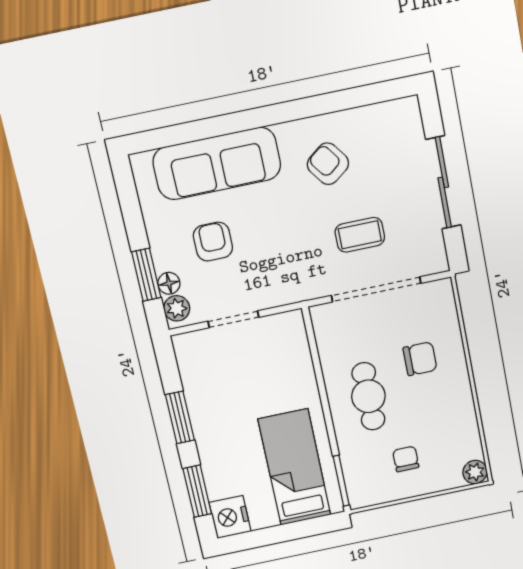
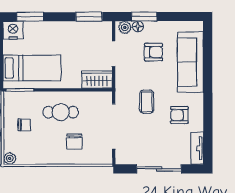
tv unit: (388, 113) -> (197, 148), added
armchair: (328, 164) -> (179, 115), turned -143
coffee table: (360, 235) -> (147, 102), moved
wardrobe: (291, 341) -> (97, 80), added
window: (180, 417) -> (89, 17), moved

